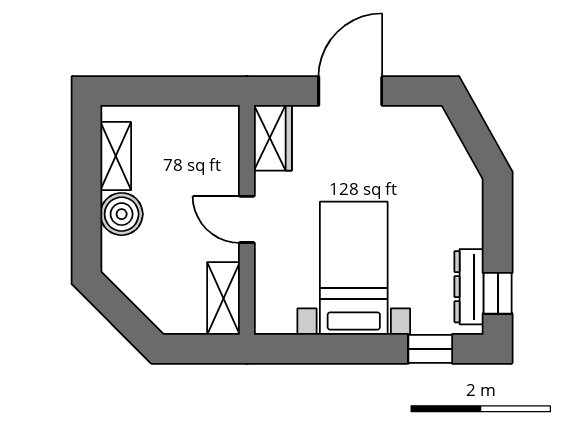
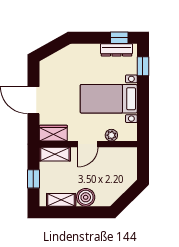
window: (165, 91) -> (33, 179), added
plant: (268, 275) -> (111, 135), added
shelving: (223, 299) -> (55, 154), moved

